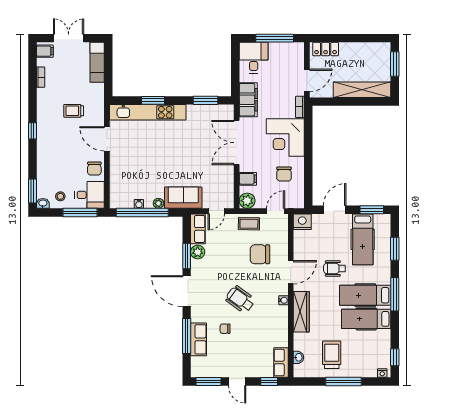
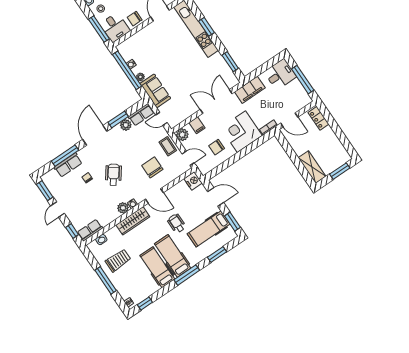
shelving: (362, 90) -> (312, 167), width x0.68
plant: (281, 313) -> (123, 208), added

